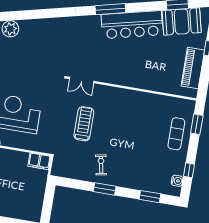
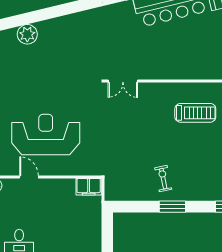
treadmill: (84, 124) -> (195, 113), moved, turned 90

